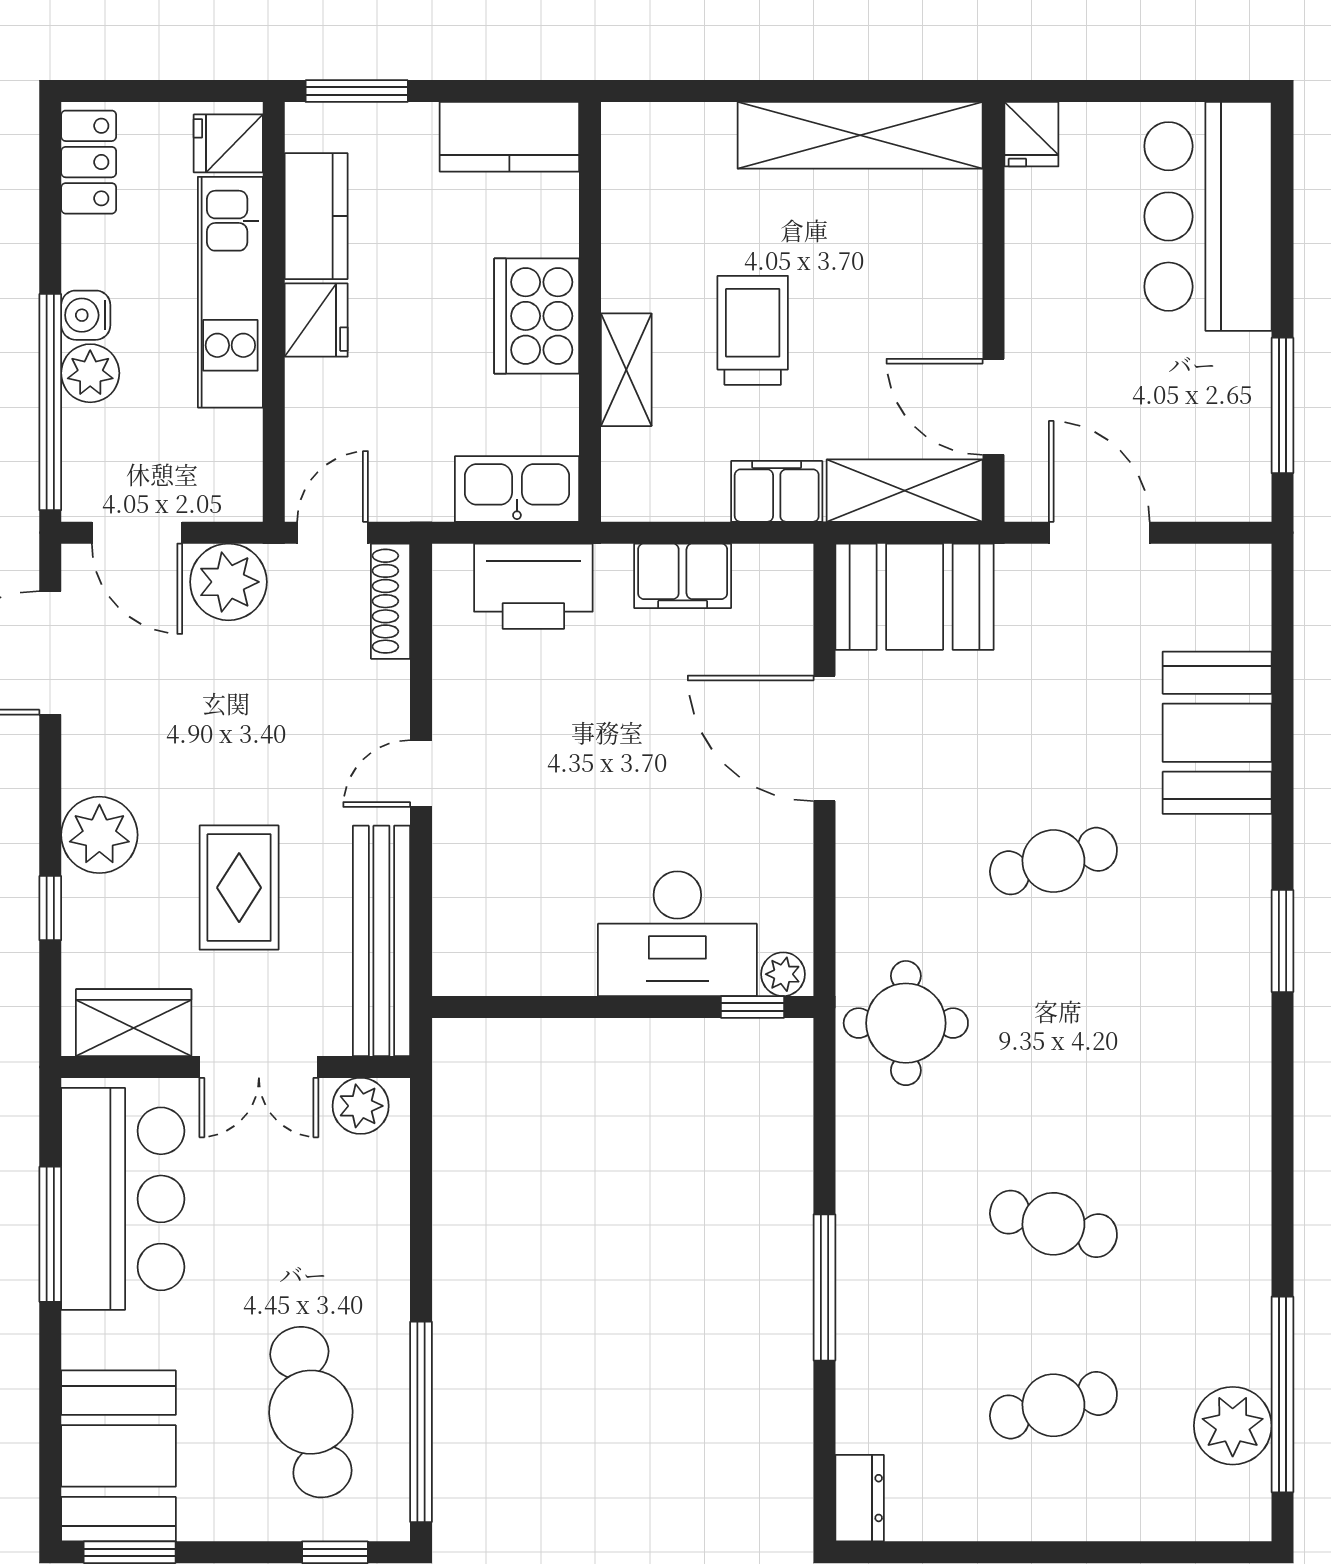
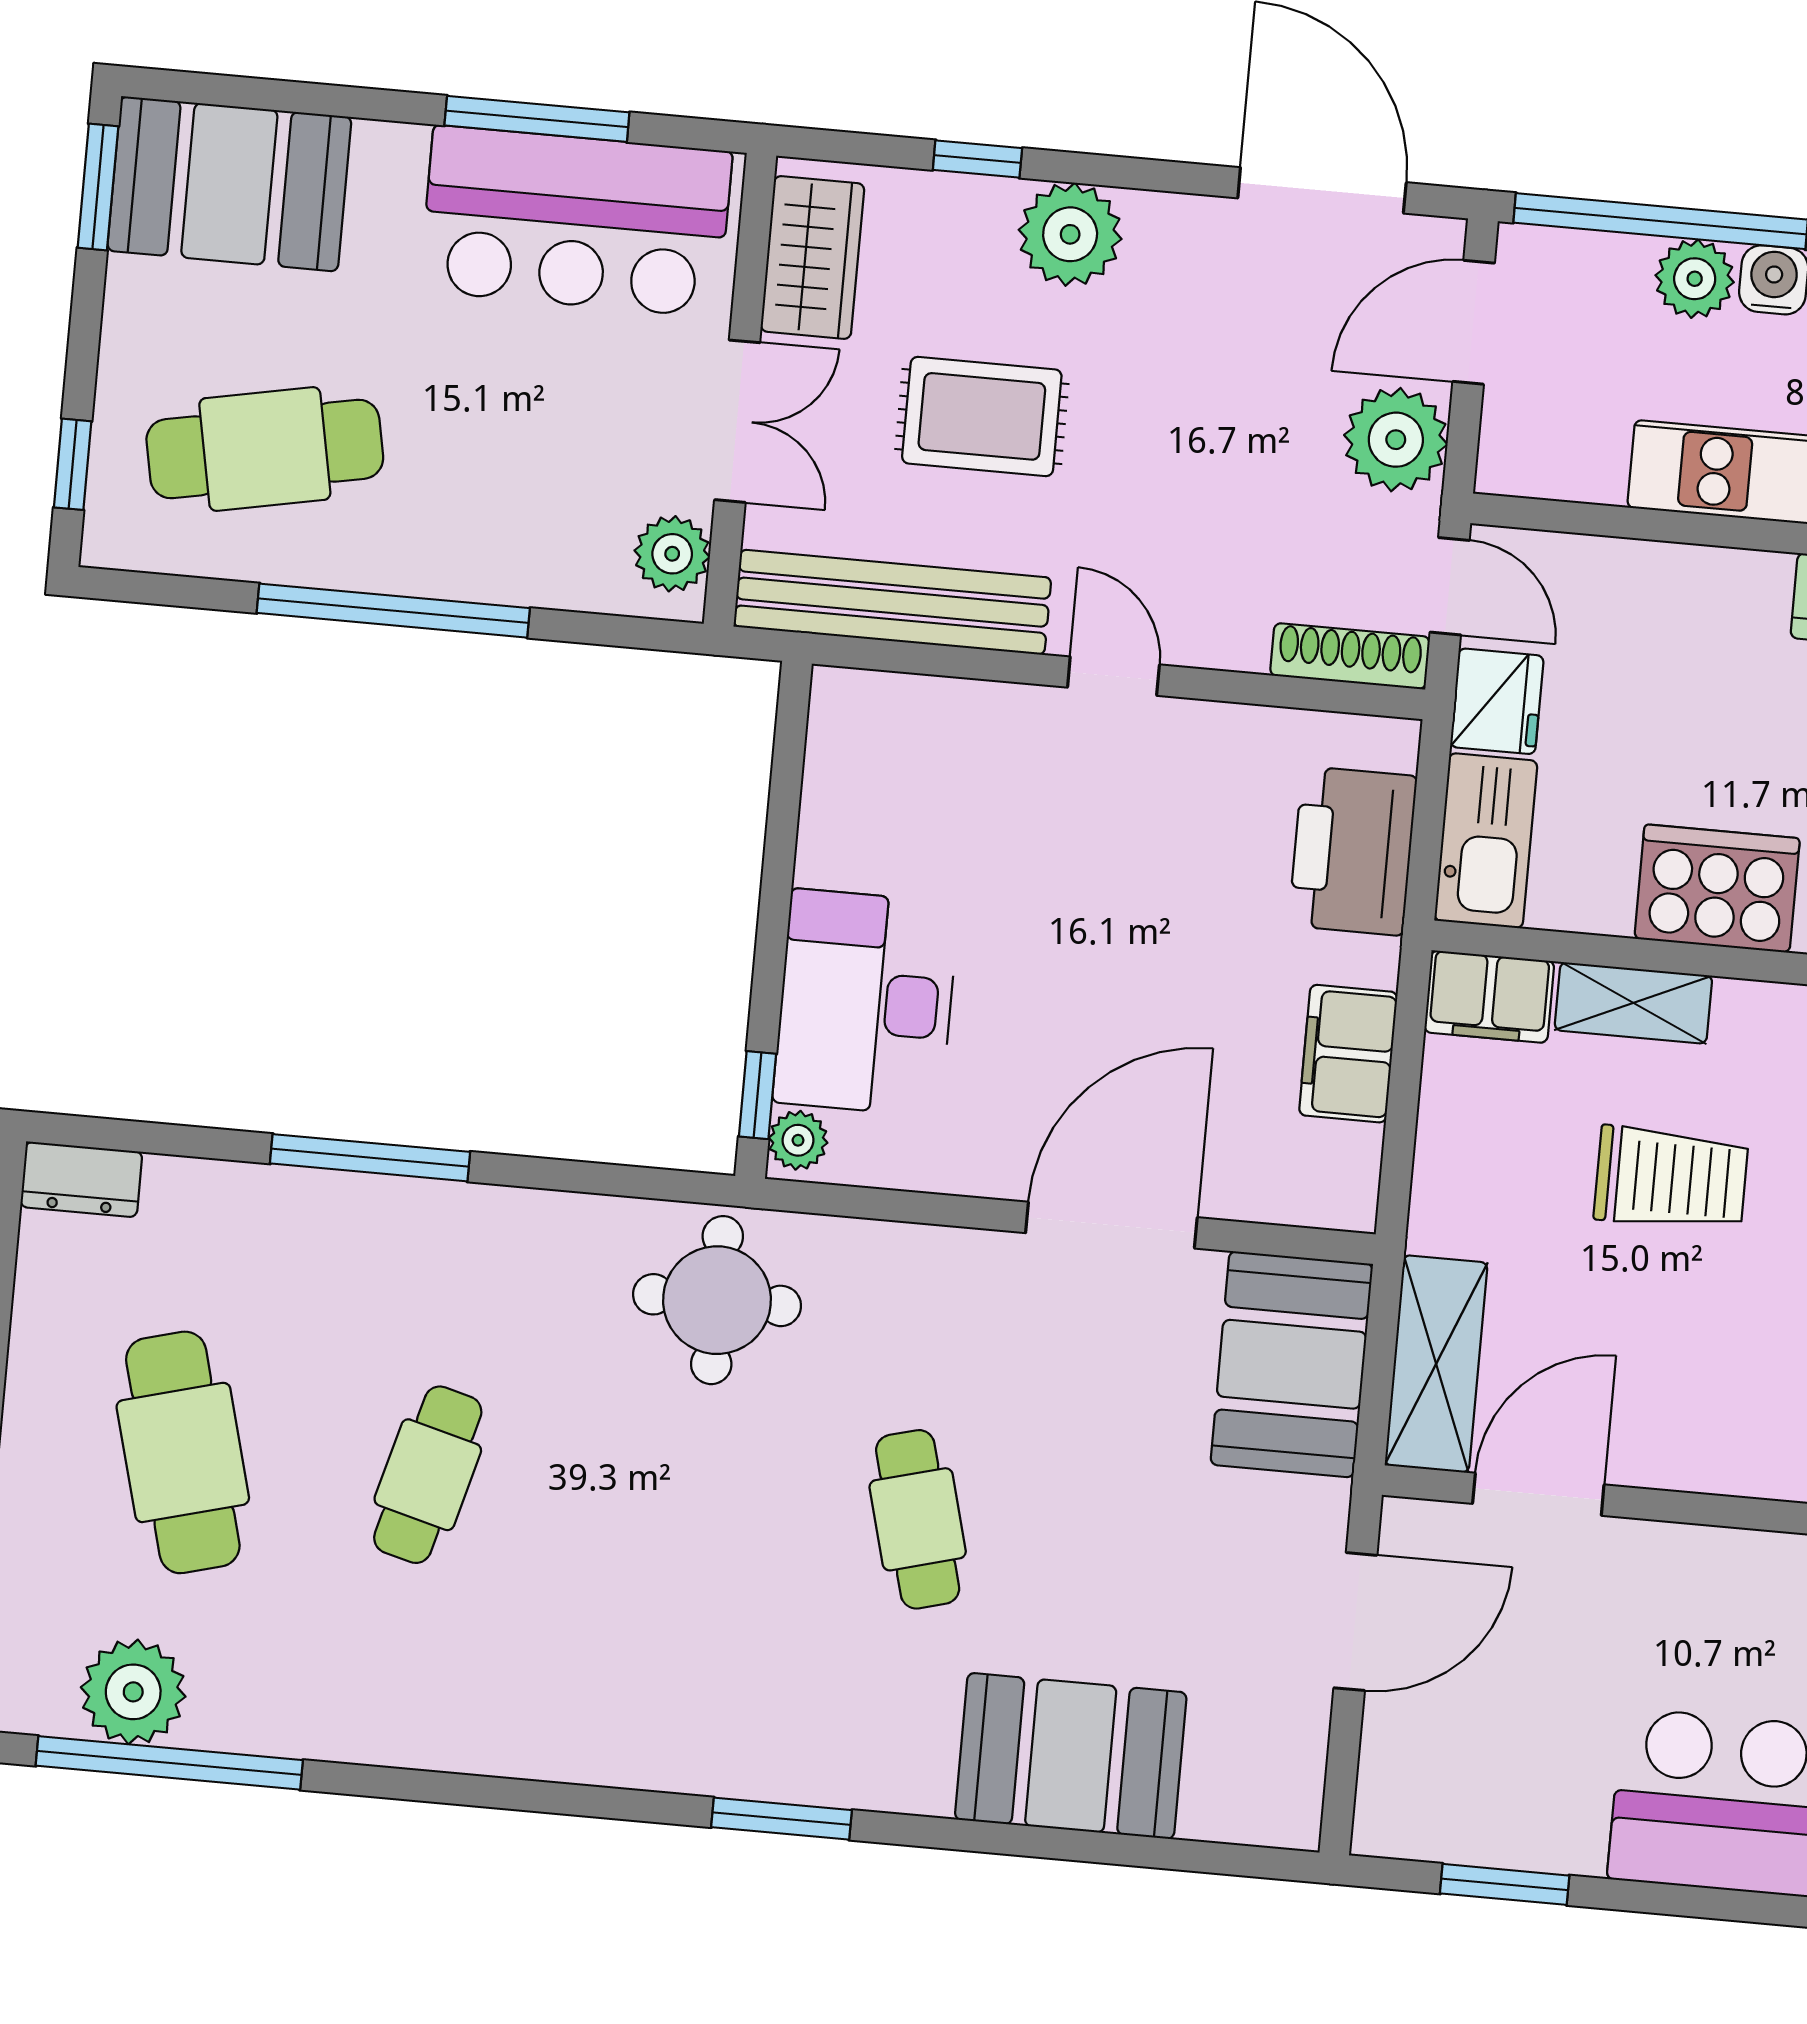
fridge: (316, 320) -> (1497, 701), moved, turned -90
window: (1282, 405) -> (1505, 1884), width x0.69
filing cabinet: (777, 491) -> (1489, 997), moved, turned 90
double door: (259, 1067) -> (737, 421), swing flipped
cafe table: (1053, 1405) -> (183, 1452), width x1.37, depth x1.35
window: (421, 1422) -> (393, 611), moved

